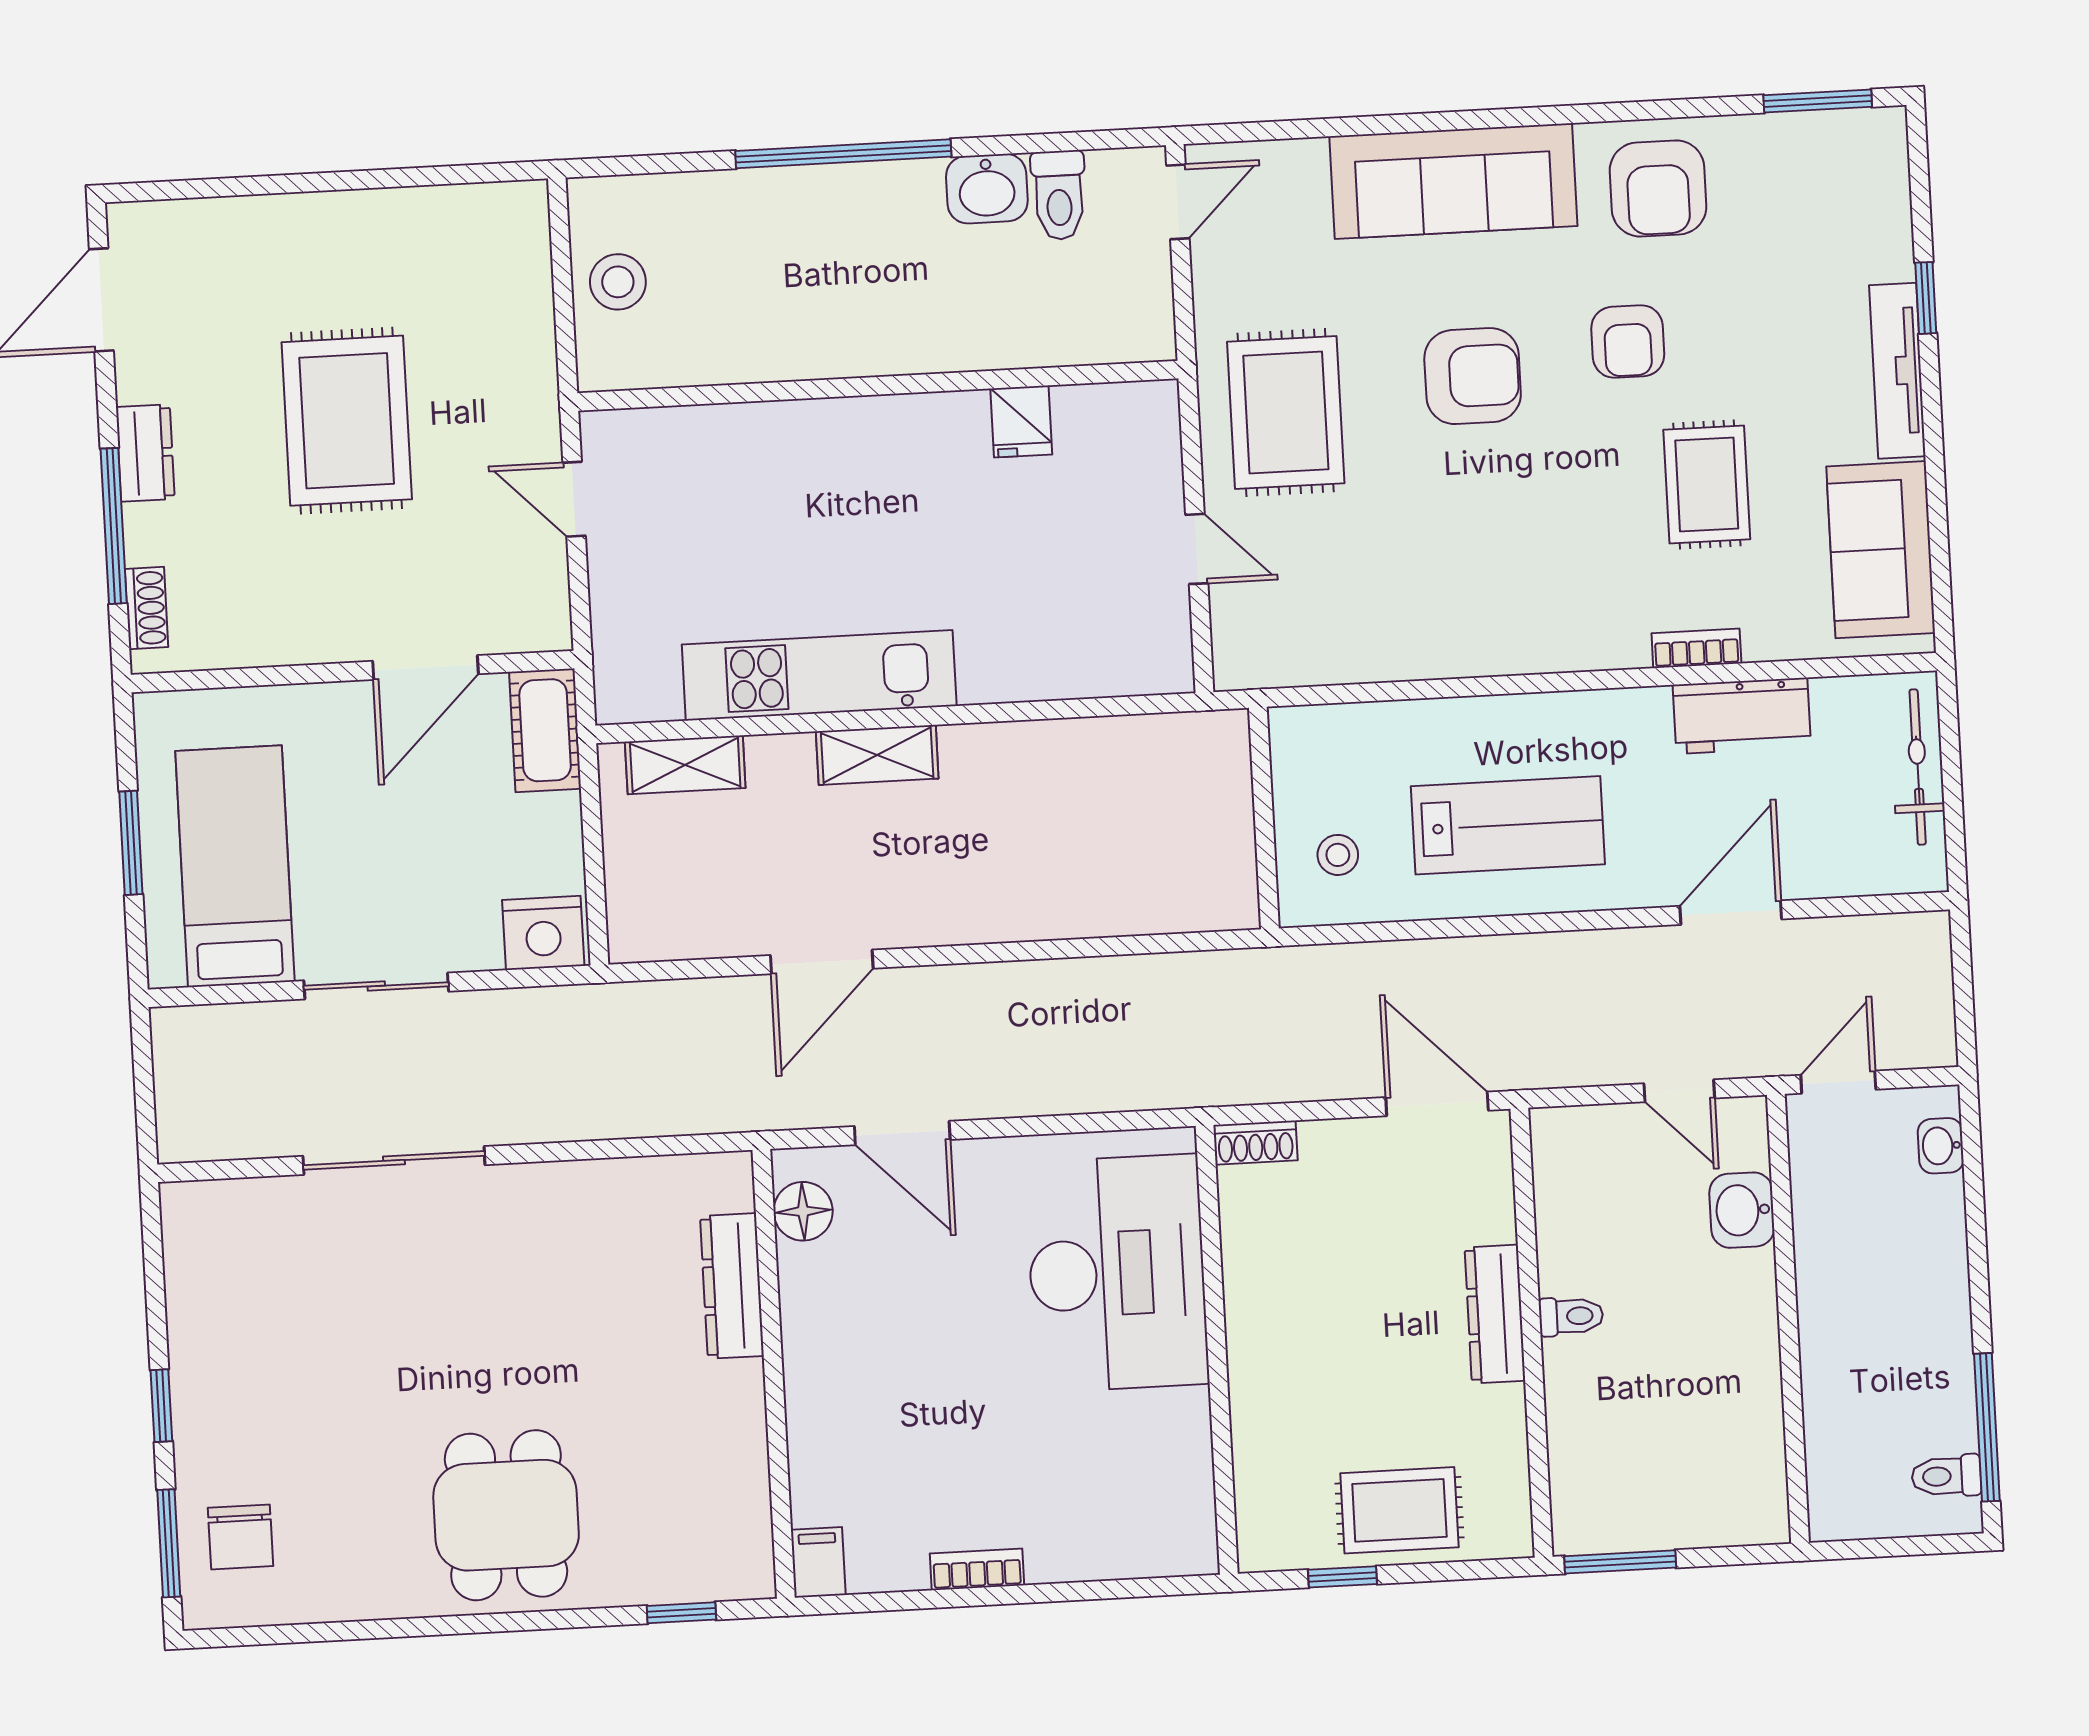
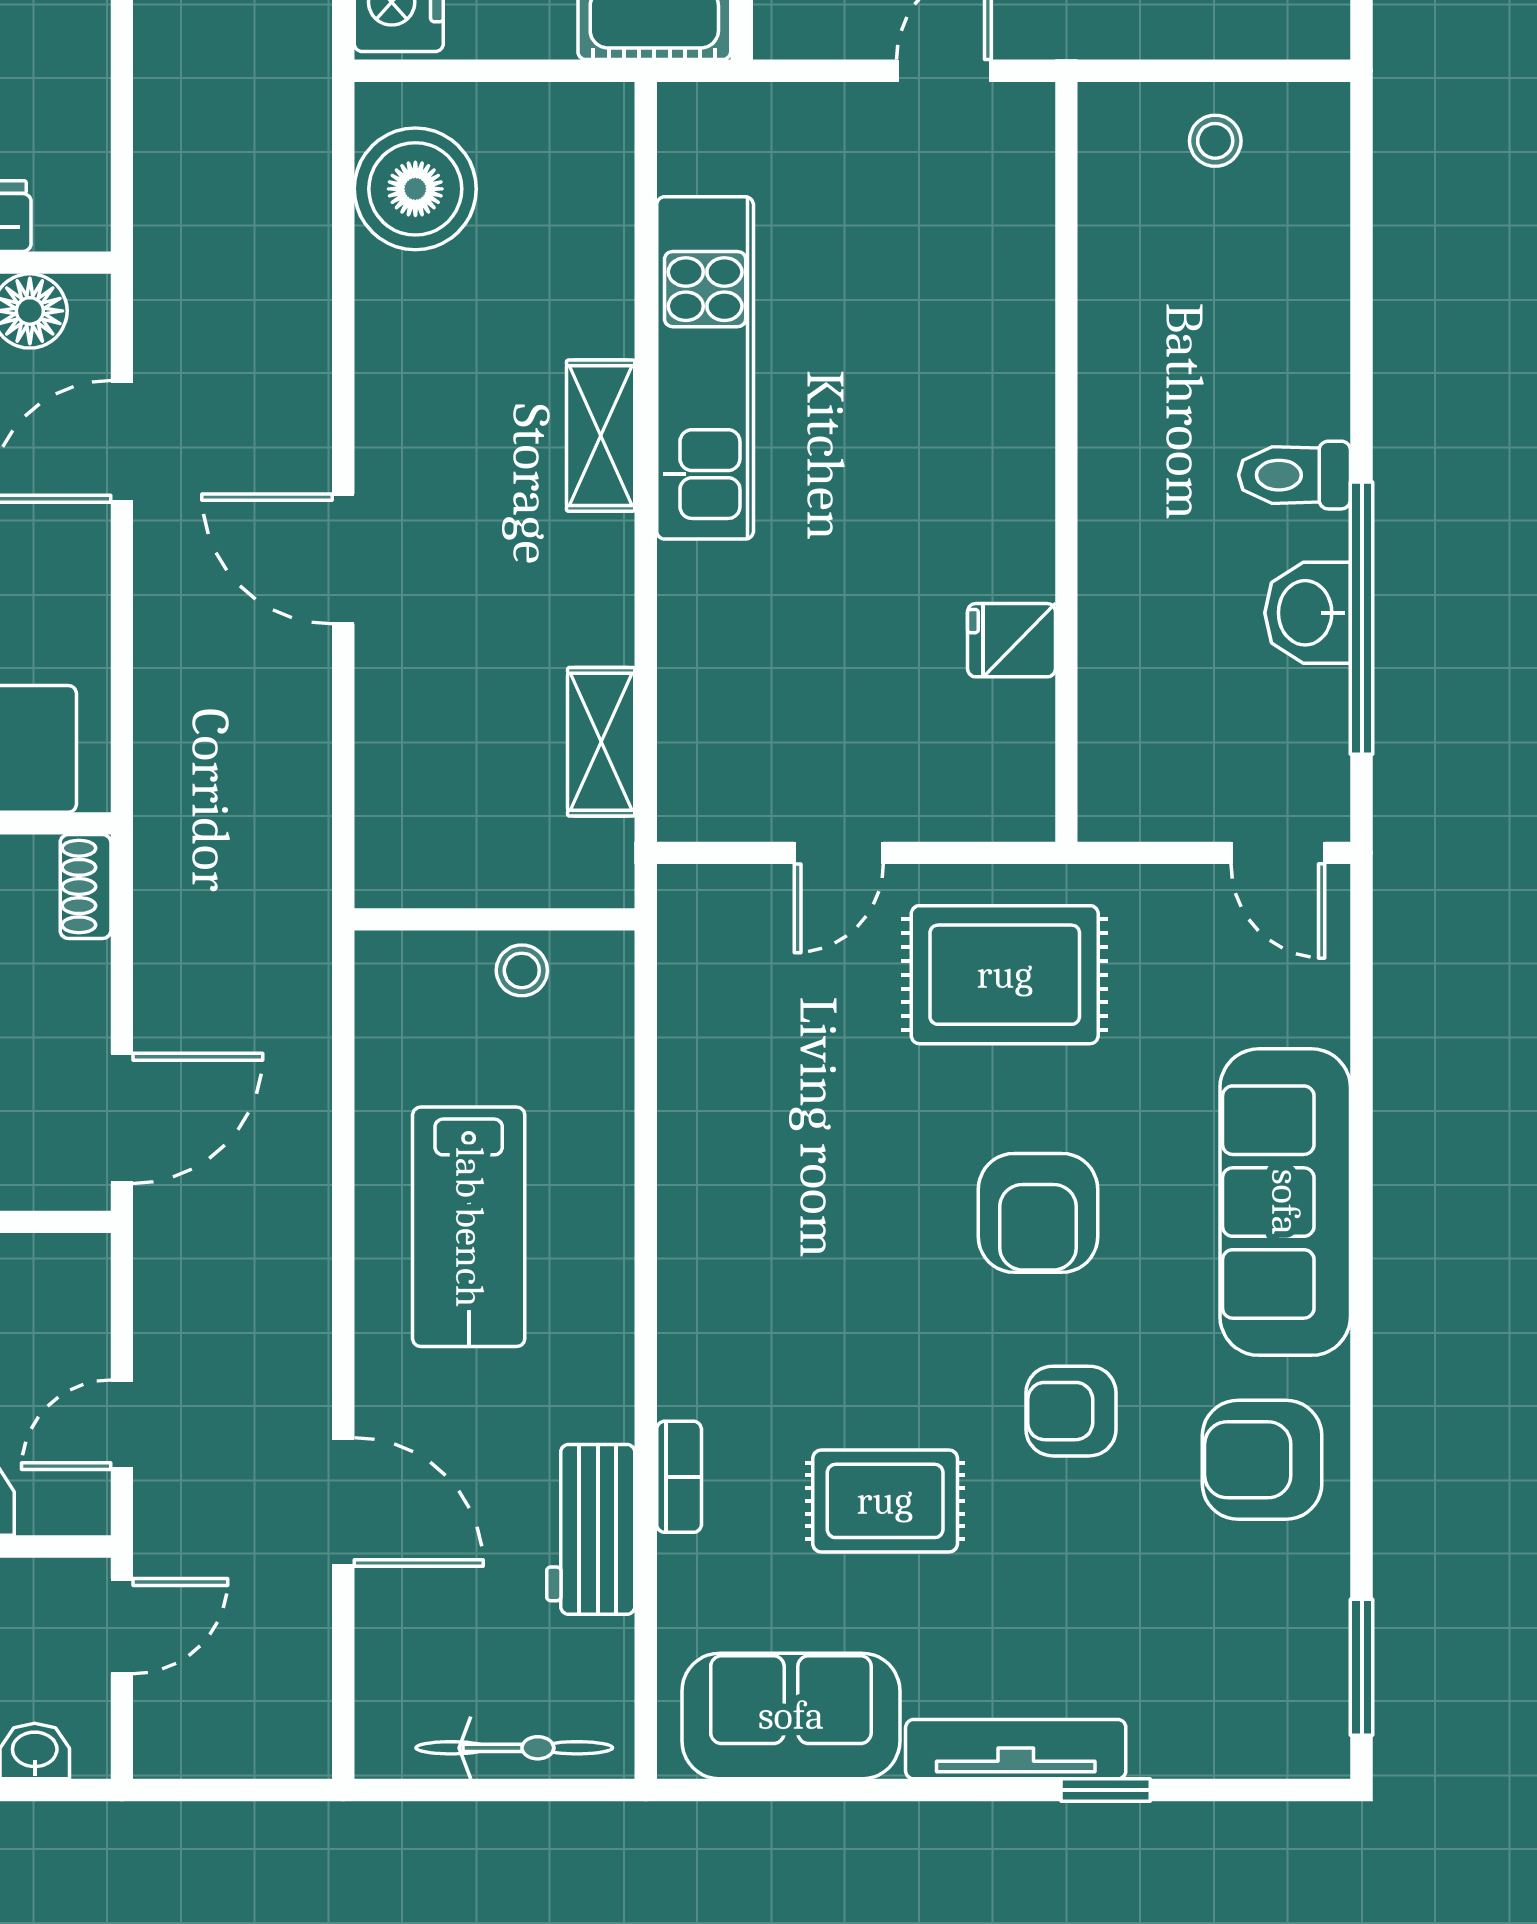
window: (843, 154) -> (1362, 618), moved
toilet: (1059, 195) -> (1295, 475), moved
stool: (618, 282) -> (1215, 141), width x0.73, depth x0.73
shelving: (685, 765) -> (601, 742), moved
stool: (1338, 855) -> (522, 970), moved
boiler: (690, 912) -> (415, 189), added
door: (822, 962) -> (343, 559), moved
door: (1838, 1082) -> (122, 1626), hinge flipped

